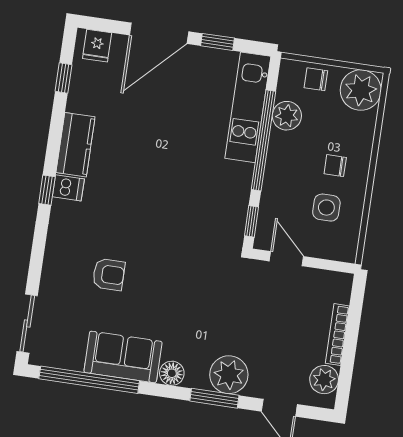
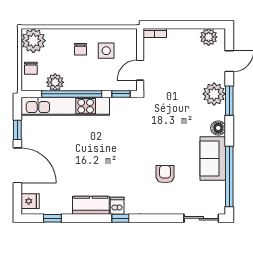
kitchen unit: (248, 107) -> (65, 106), width x1.36
bookcase: (337, 335) -> (155, 33), moved, width x0.64

